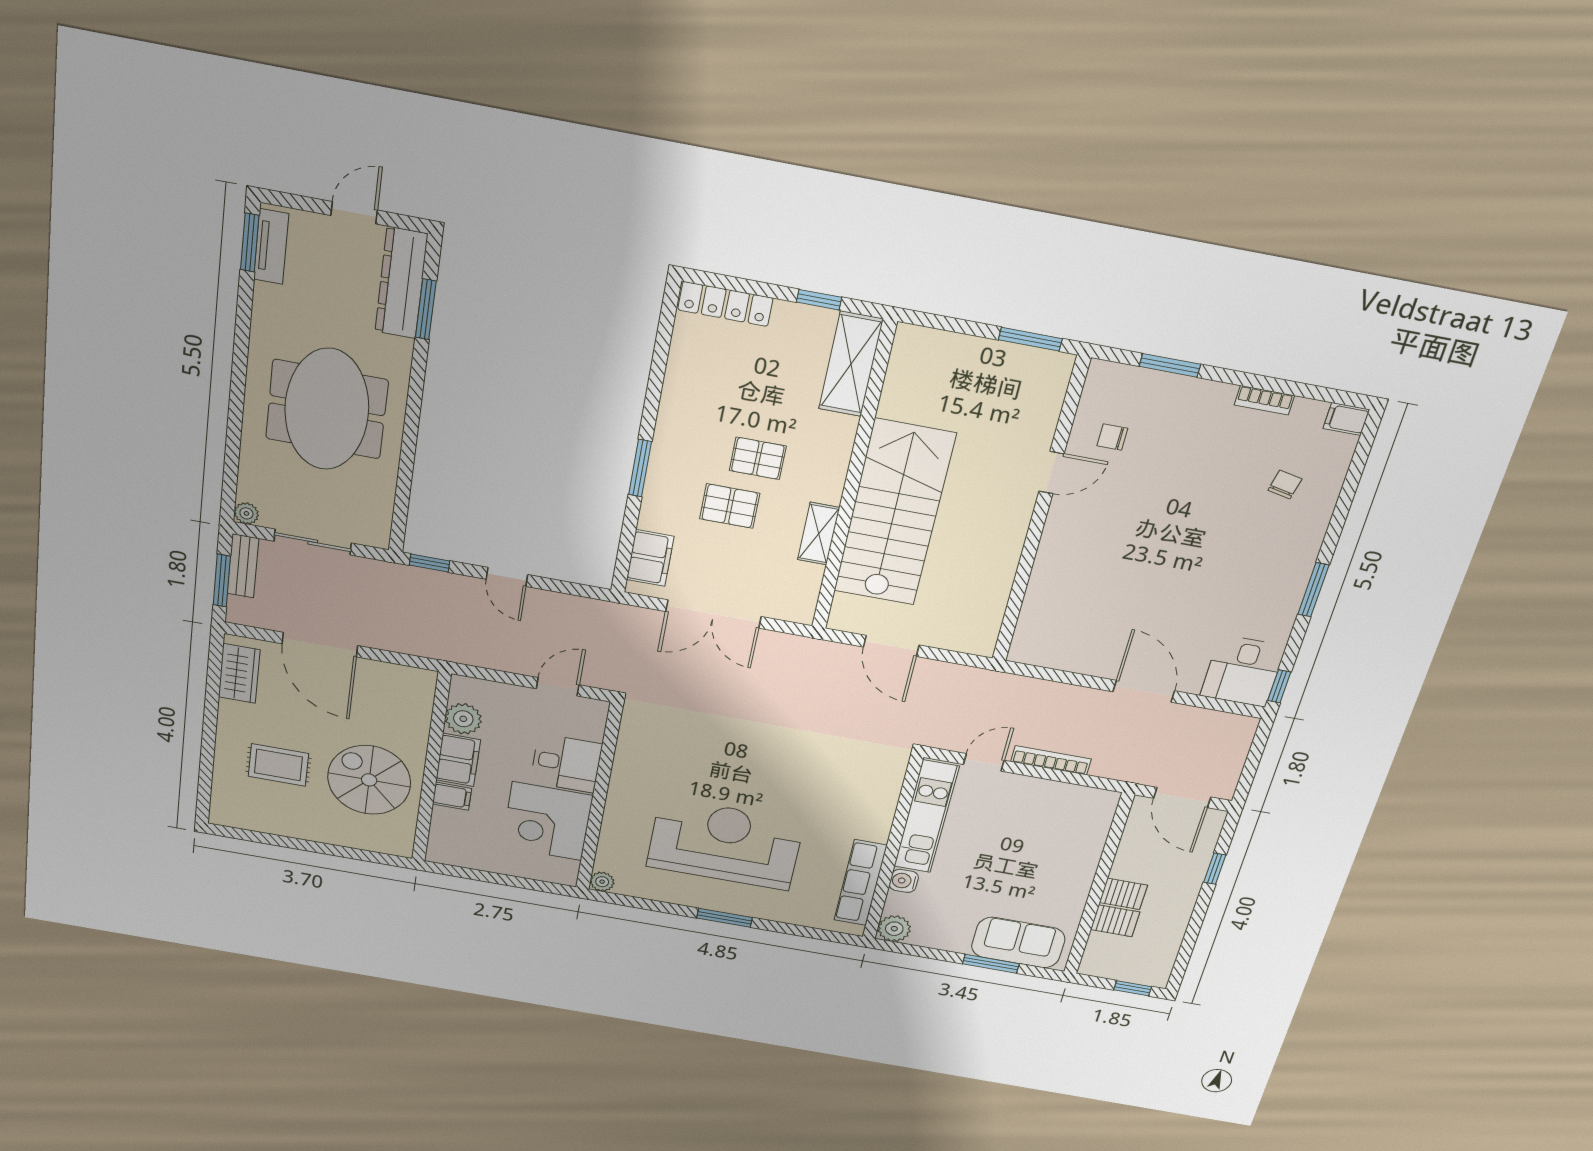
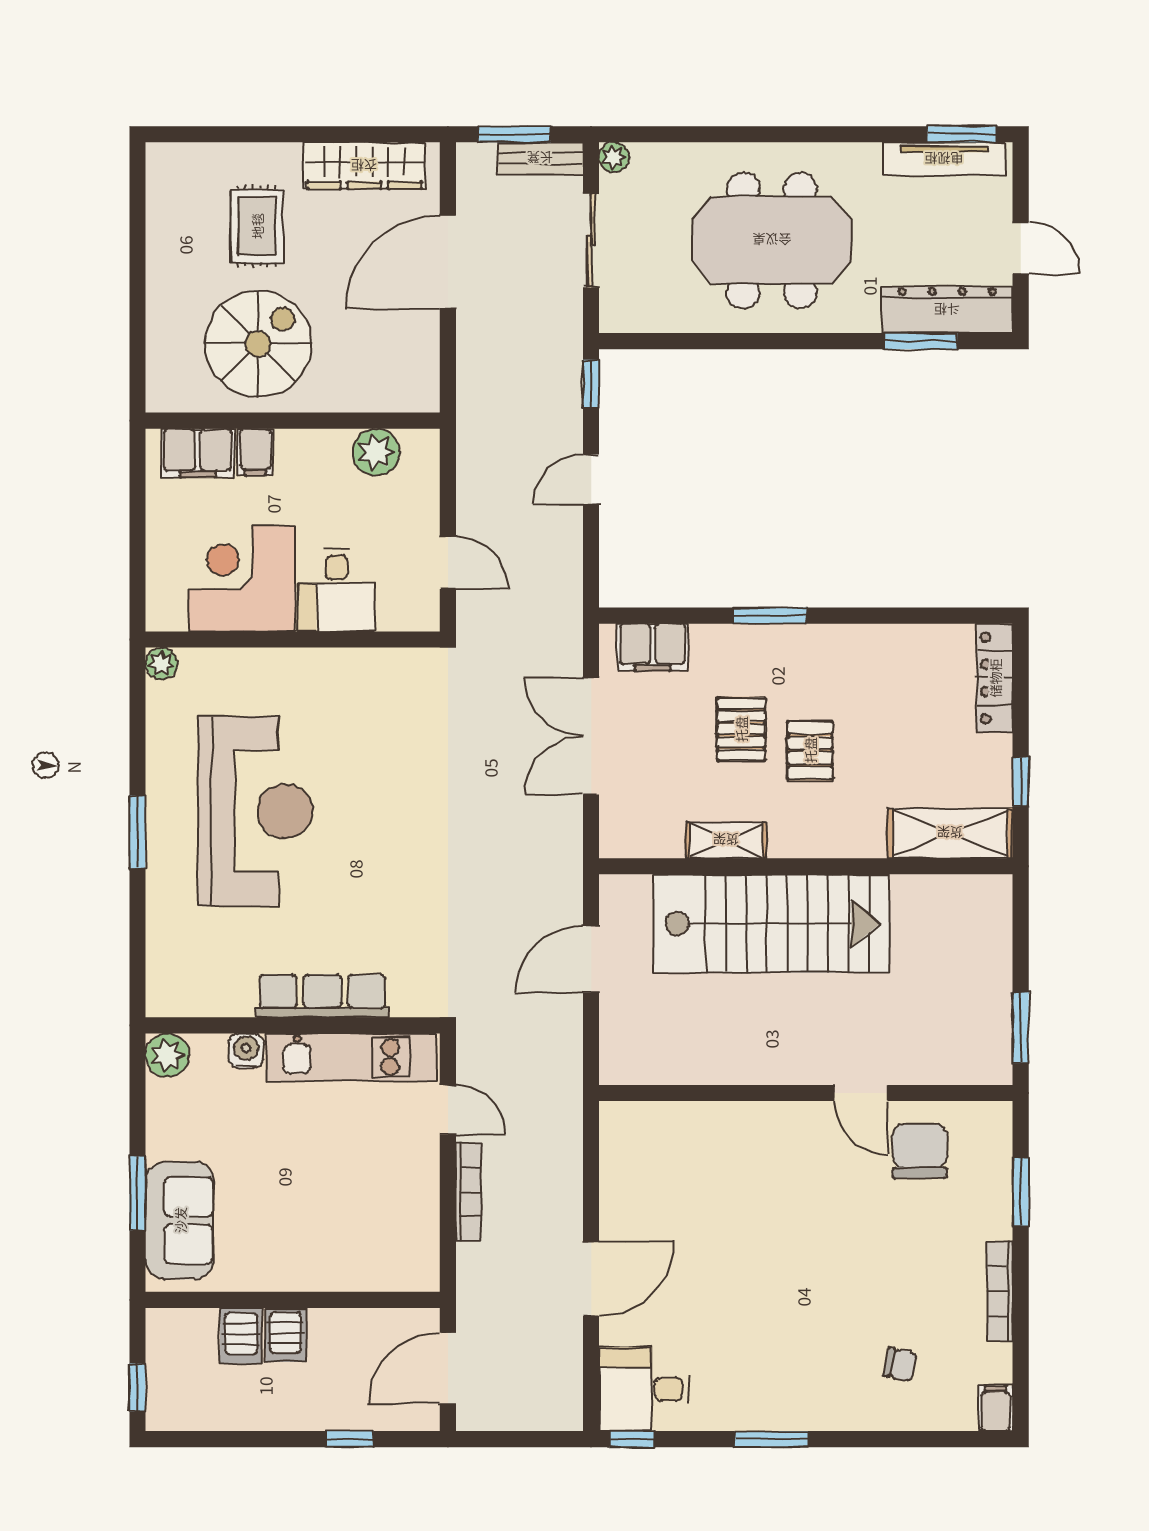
tv unit: (271, 247) -> (944, 159), width x1.41
bookcase: (1264, 400) -> (1000, 1292), width x1.56
chair: (1112, 437) -> (920, 1151), width x1.87, depth x1.87
wardrobe: (239, 673) -> (364, 166), width x1.50
filing cabinet: (458, 760) -> (198, 453), moved
row of seats: (860, 883) -> (322, 996), moved

